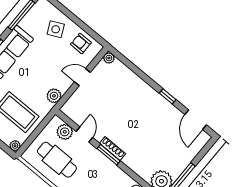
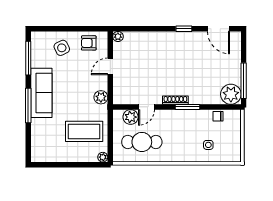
door: (84, 134) -> (146, 107), swing flipped
window: (109, 155) -> (187, 107), moved

